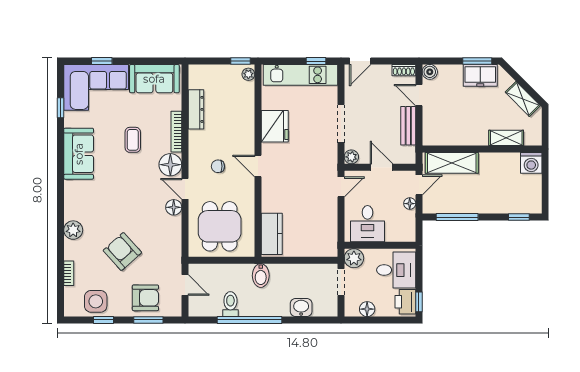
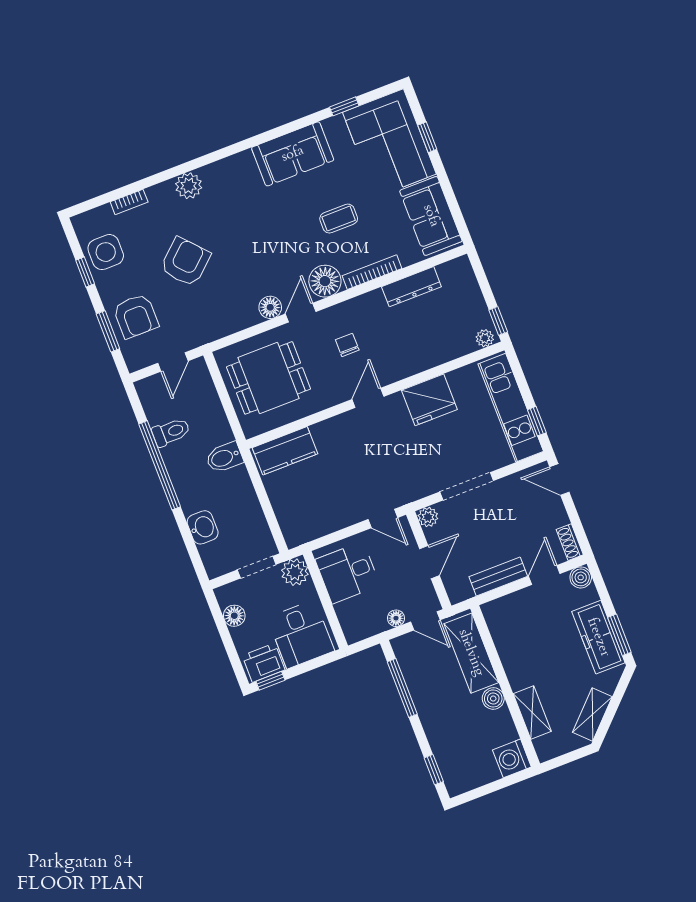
freezer: (480, 75) -> (598, 637), width x1.40
boiler: (487, 160) -> (493, 698), added

